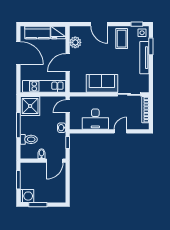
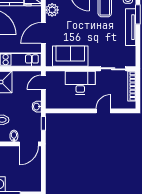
sofa: (102, 83) -> (70, 56), moved
desk: (95, 119) -> (80, 83), moved, turned 180

